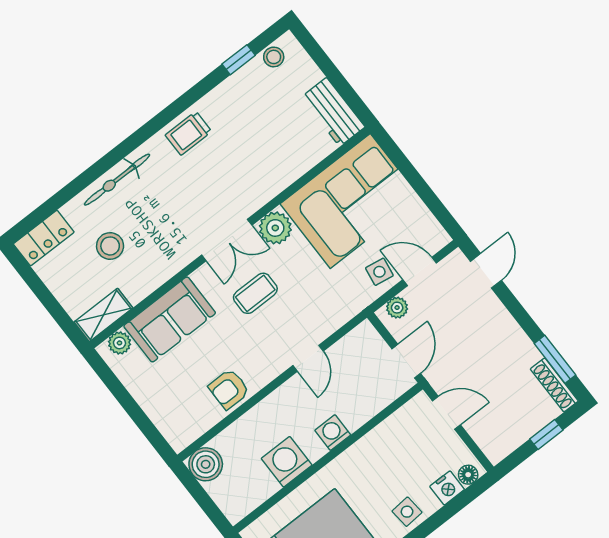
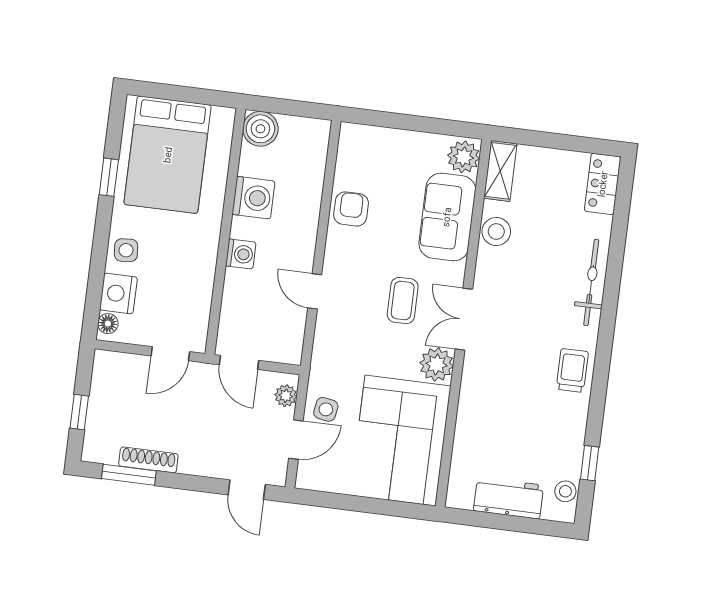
workbench: (333, 112) -> (509, 498), moved
stool: (110, 246) -> (496, 231), moved
plant: (119, 343) -> (464, 157), width x1.38, depth x1.38
shoe rack: (554, 385) -> (148, 460), moved
boiler: (206, 464) -> (260, 129), moved
nightstand: (447, 488) -> (118, 293), width x1.36, depth x1.33

